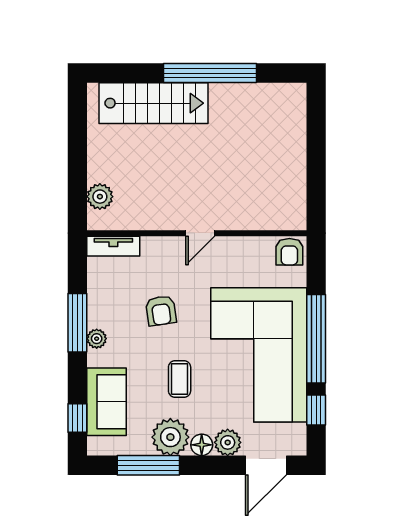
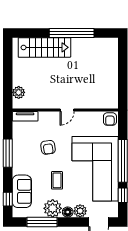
plant: (97, 339) -> (17, 161), removed

